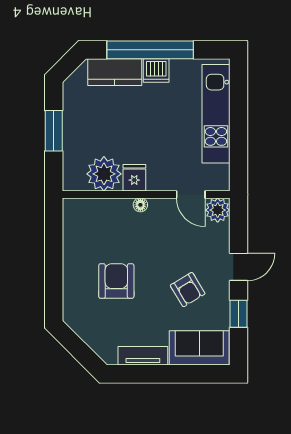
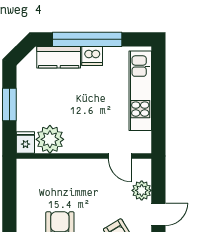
fridge: (134, 178) -> (25, 142), moved
floor lamp: (140, 205) -> (79, 164), removed
plant: (218, 210) -> (142, 190), moved

